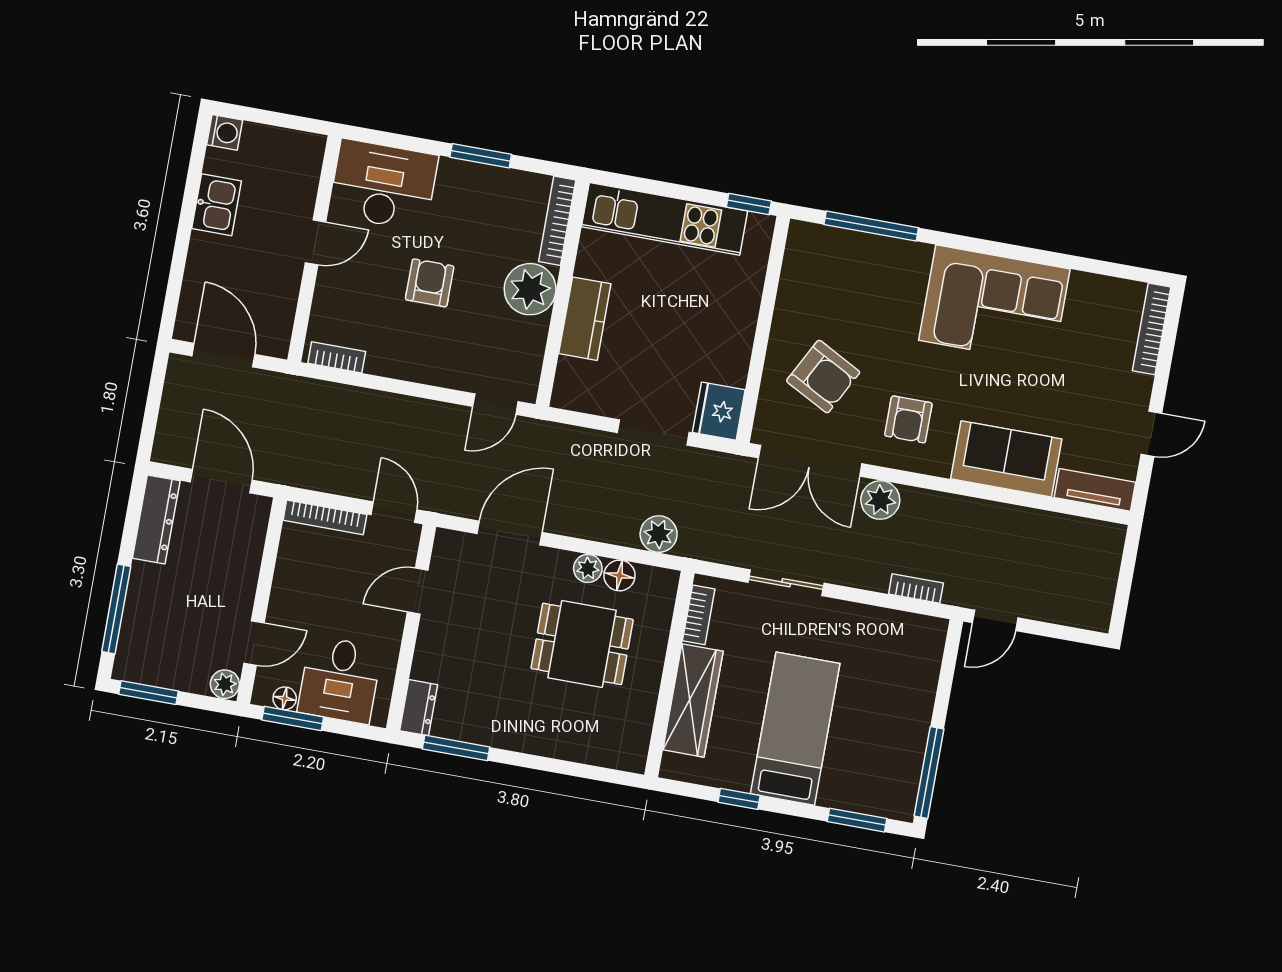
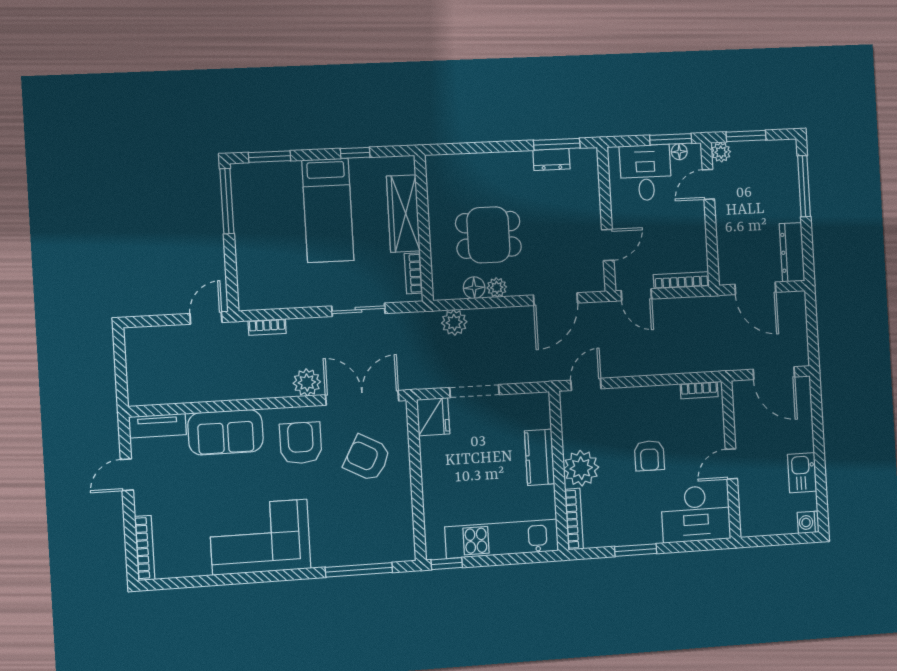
armchair: (908, 419) -> (301, 443), width x1.38, depth x1.38
window: (149, 693) -> (746, 136), moved
dresser: (419, 708) -> (551, 160), moved, turned -90

